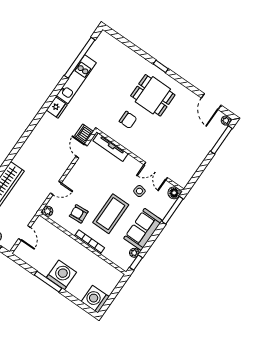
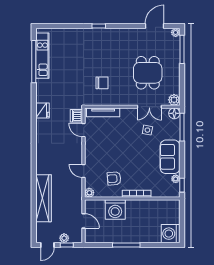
kitchen unit: (76, 79) -> (42, 56), moved
dining table: (153, 95) -> (148, 73), moved, turned 90
door: (211, 101) -> (155, 26), swing flipped
plant: (182, 180) -> (174, 100), added
door: (56, 188) -> (84, 171), swing flipped
coffee table: (111, 214) -> (138, 162), removed
washing machine: (62, 275) -> (115, 210), moved, turned 180

